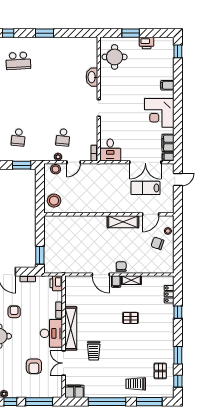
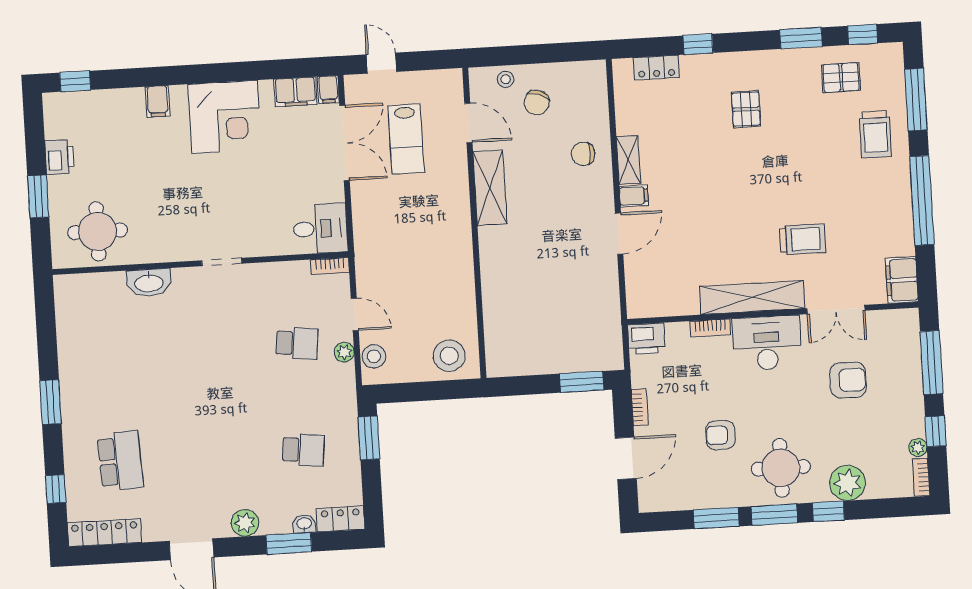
chair: (121, 267) -> (583, 154), moved
pallet: (131, 318) -> (746, 109), moved

